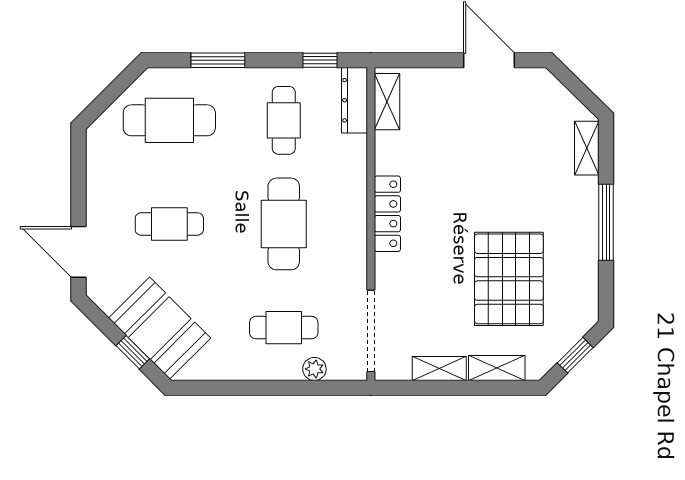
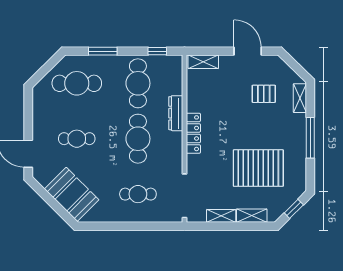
dresser: (355, 100) -> (176, 113), moved
shelving: (387, 102) -> (203, 62), moved, turned 90
cafe table: (284, 120) -> (138, 83), width x1.37, depth x1.35
pallet: (519, 140) -> (264, 94), added
pallet: (509, 279) -> (258, 168), turned 90
window: (133, 352) -> (57, 207), removed
plant: (314, 369) -> (154, 216), removed

